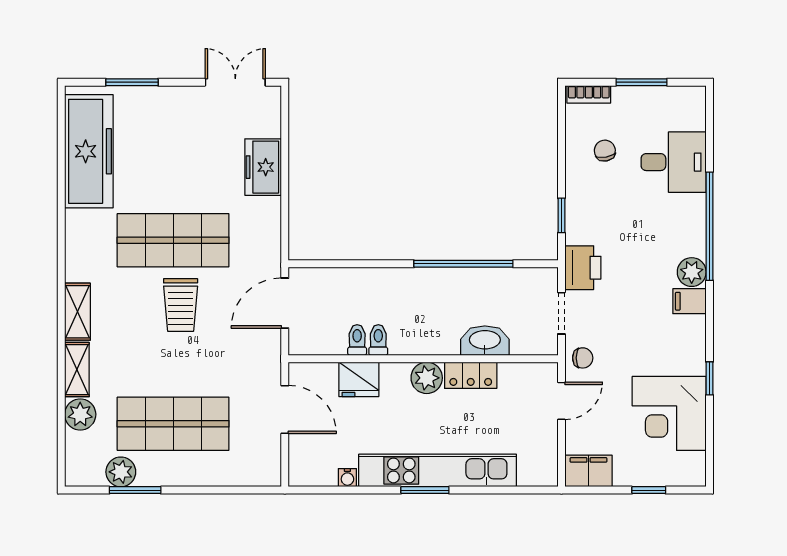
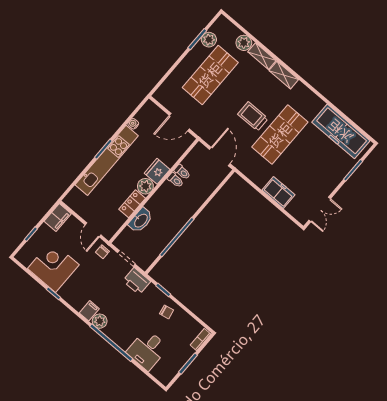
chair: (605, 151) -> (167, 312), moved
fridge: (359, 379) -> (157, 171), moved

